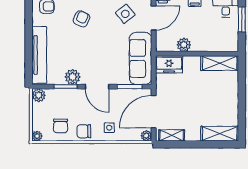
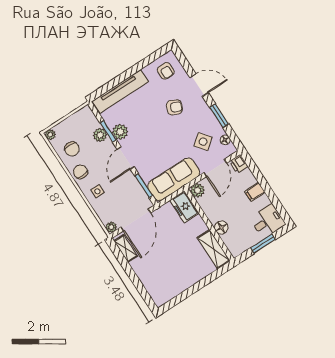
door: (154, 18) -> (215, 168), hinge flipped
plant: (184, 45) -> (197, 190), moved
floor lamp: (206, 45) -> (221, 228), added
plant: (39, 95) -> (100, 135), moved
door: (154, 112) -> (136, 220), swing flipped
chair: (61, 126) -> (72, 149), turned -90
shelving: (220, 134) -> (154, 288), removed

